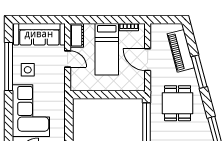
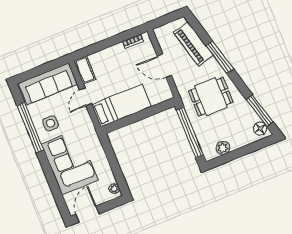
bed: (107, 49) -> (121, 106), moved, turned -90
door: (68, 59) -> (85, 97), swing flipped
dining table: (178, 103) -> (211, 97), turned 90

